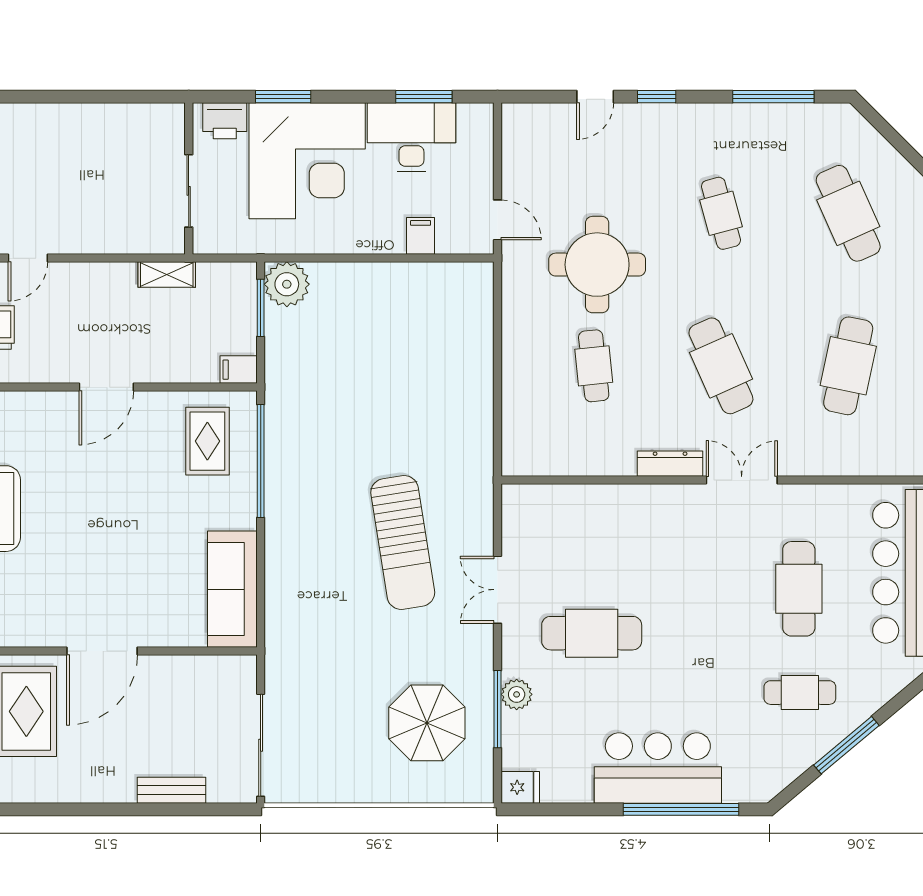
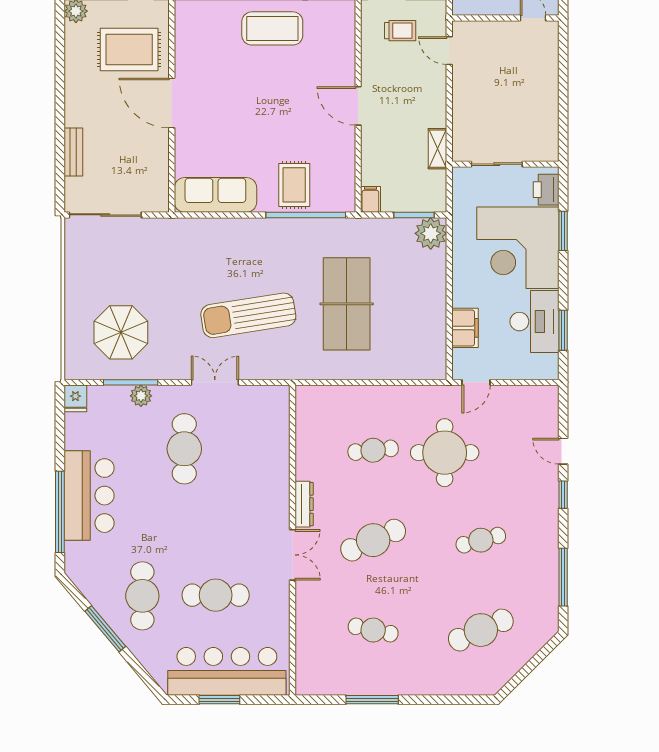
filing cabinet: (421, 236) -> (465, 328), width x2.00
cafe table: (848, 366) -> (373, 630), width x0.73, depth x0.74
table tennis table: (387, 403) -> (347, 304), added
rug: (207, 441) -> (294, 185), moved, turned 90
cafe table: (800, 693) -> (142, 596), width x1.37, depth x1.35

